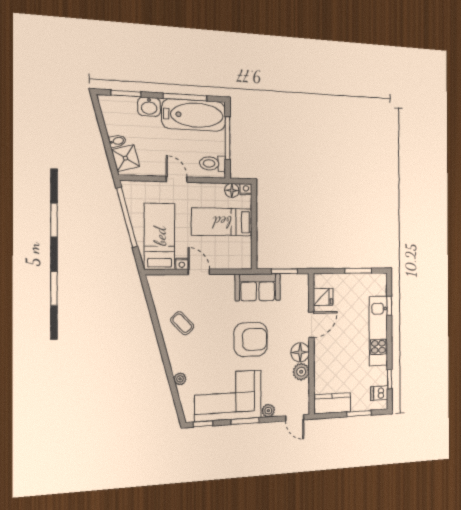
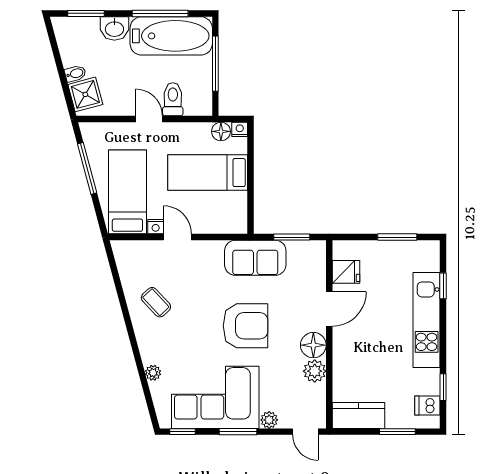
toilet: (213, 164) -> (173, 99), moved, turned 90
window: (127, 217) -> (87, 168), width x0.68

